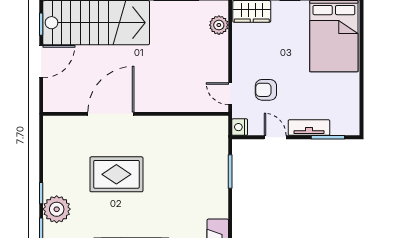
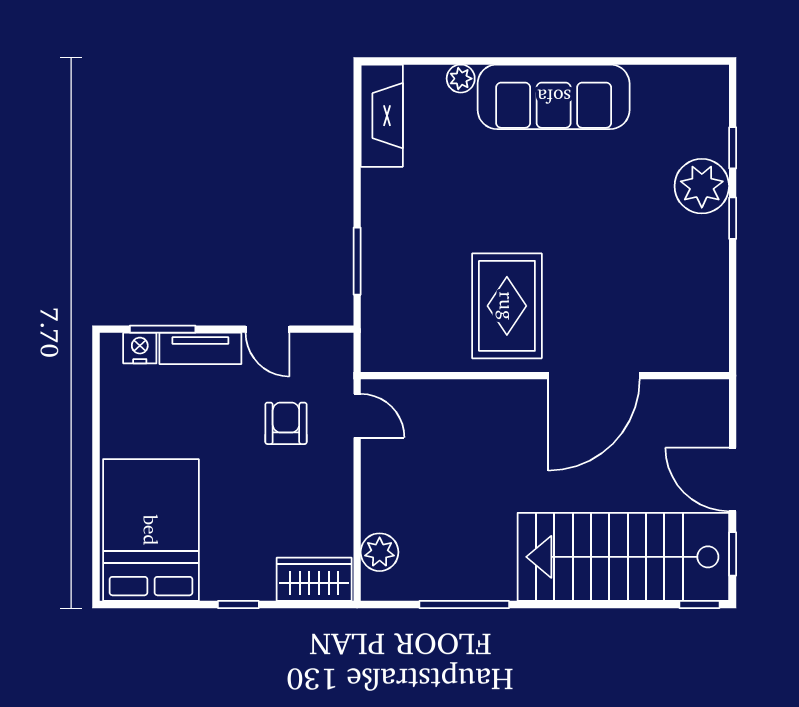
door: (41, 62) -> (733, 479), hinge flipped
armchair: (266, 90) -> (286, 423), turned -90
nightstand: (240, 127) -> (140, 348), moved, turned -90
rug: (116, 174) -> (507, 306), moved, turned 90

